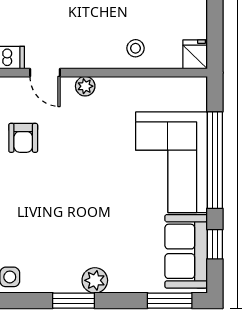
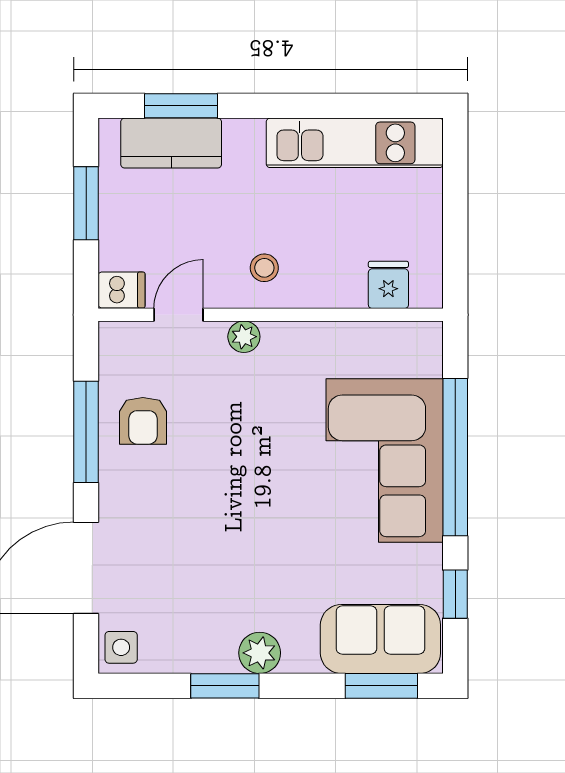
stool: (136, 48) -> (264, 268), moved
fridge: (195, 54) -> (388, 285), moved
door: (45, 73) -> (178, 315), swing flipped
sofa: (186, 251) -> (380, 639), moved, turned 90

